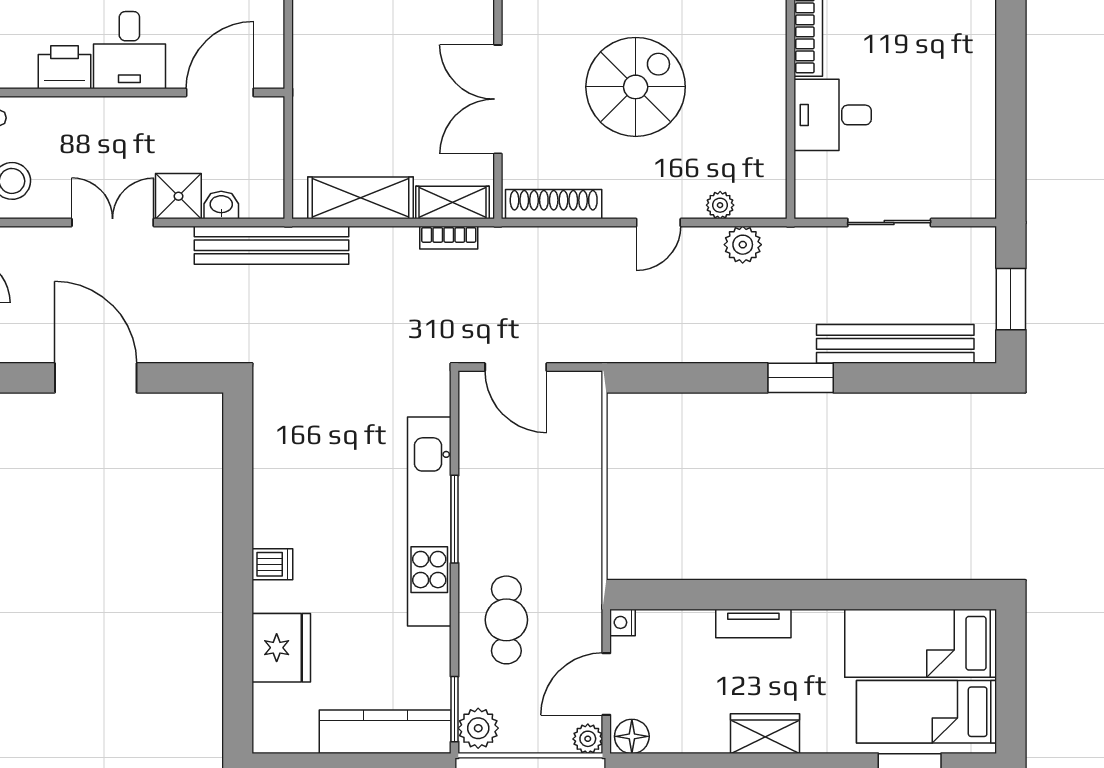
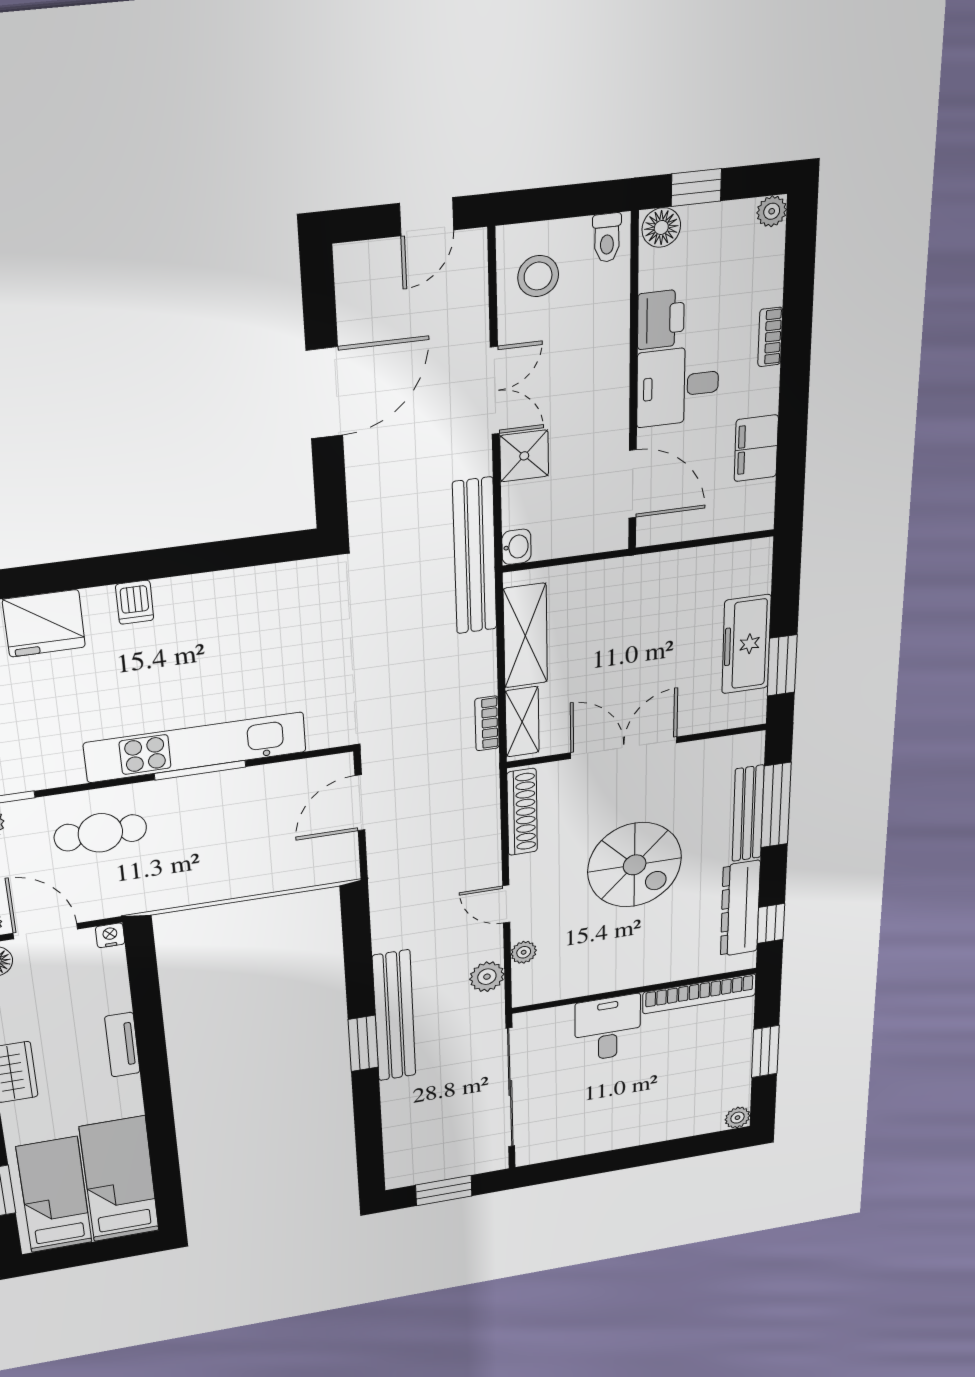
washbasin: (221, 205) -> (516, 547), moved
sliding door: (889, 223) -> (510, 1088), width x1.86
bench: (895, 344) -> (394, 1016), moved

